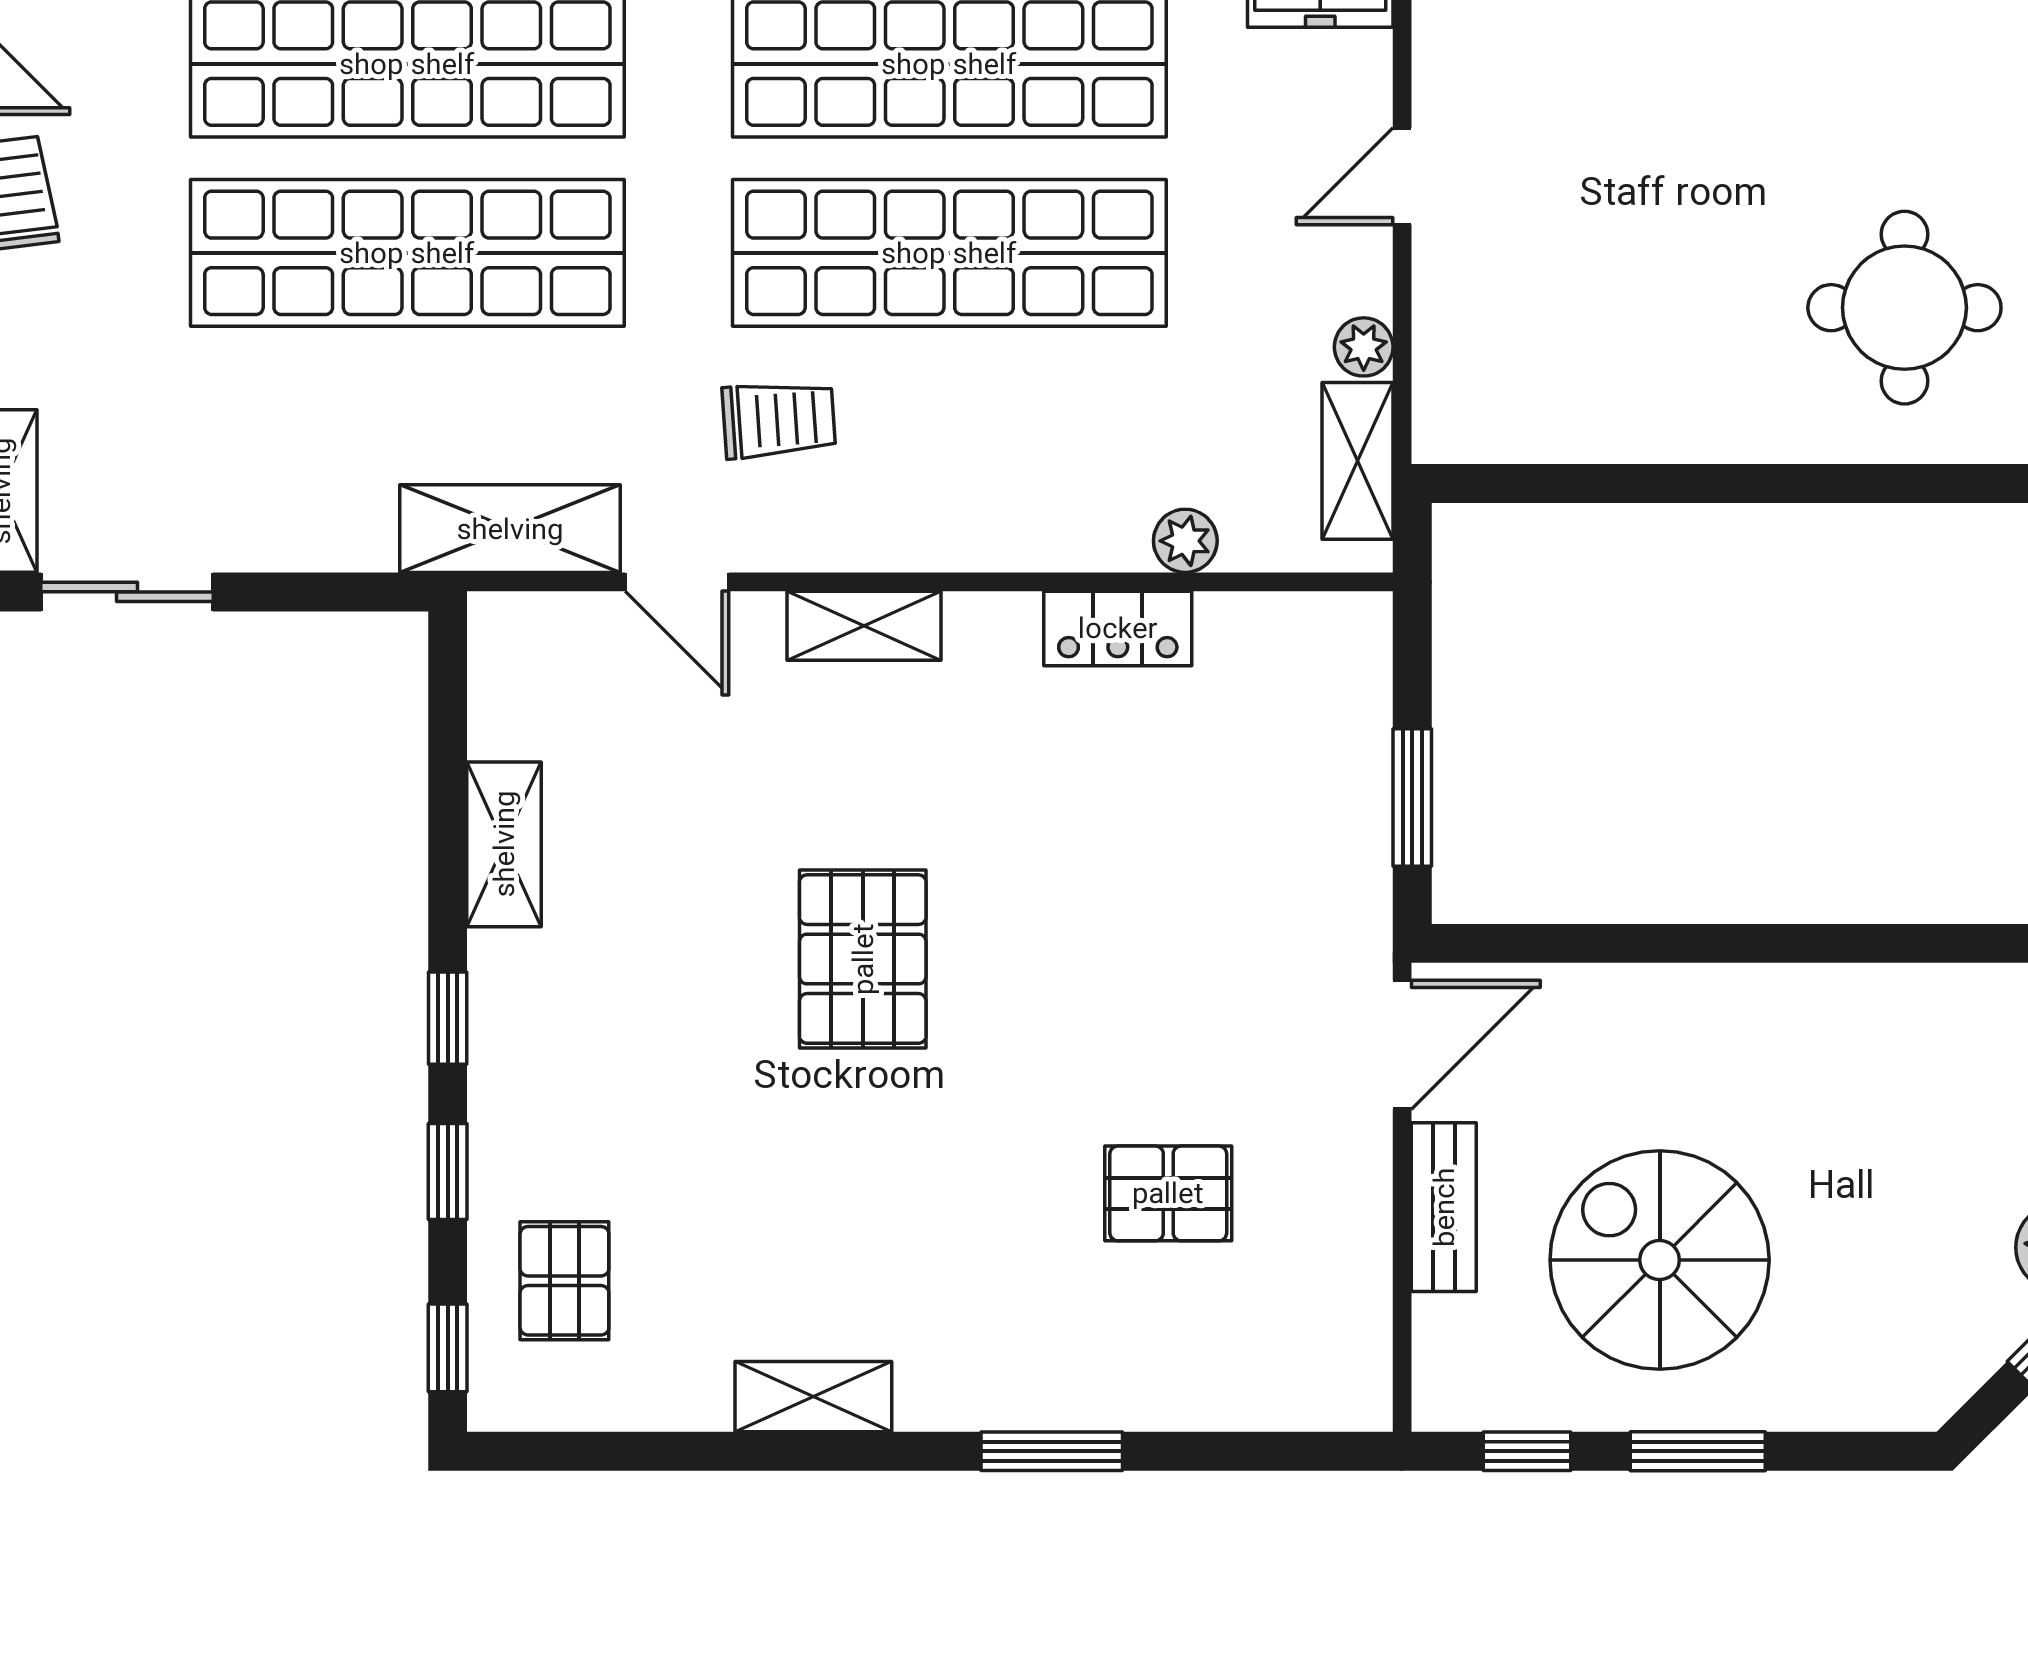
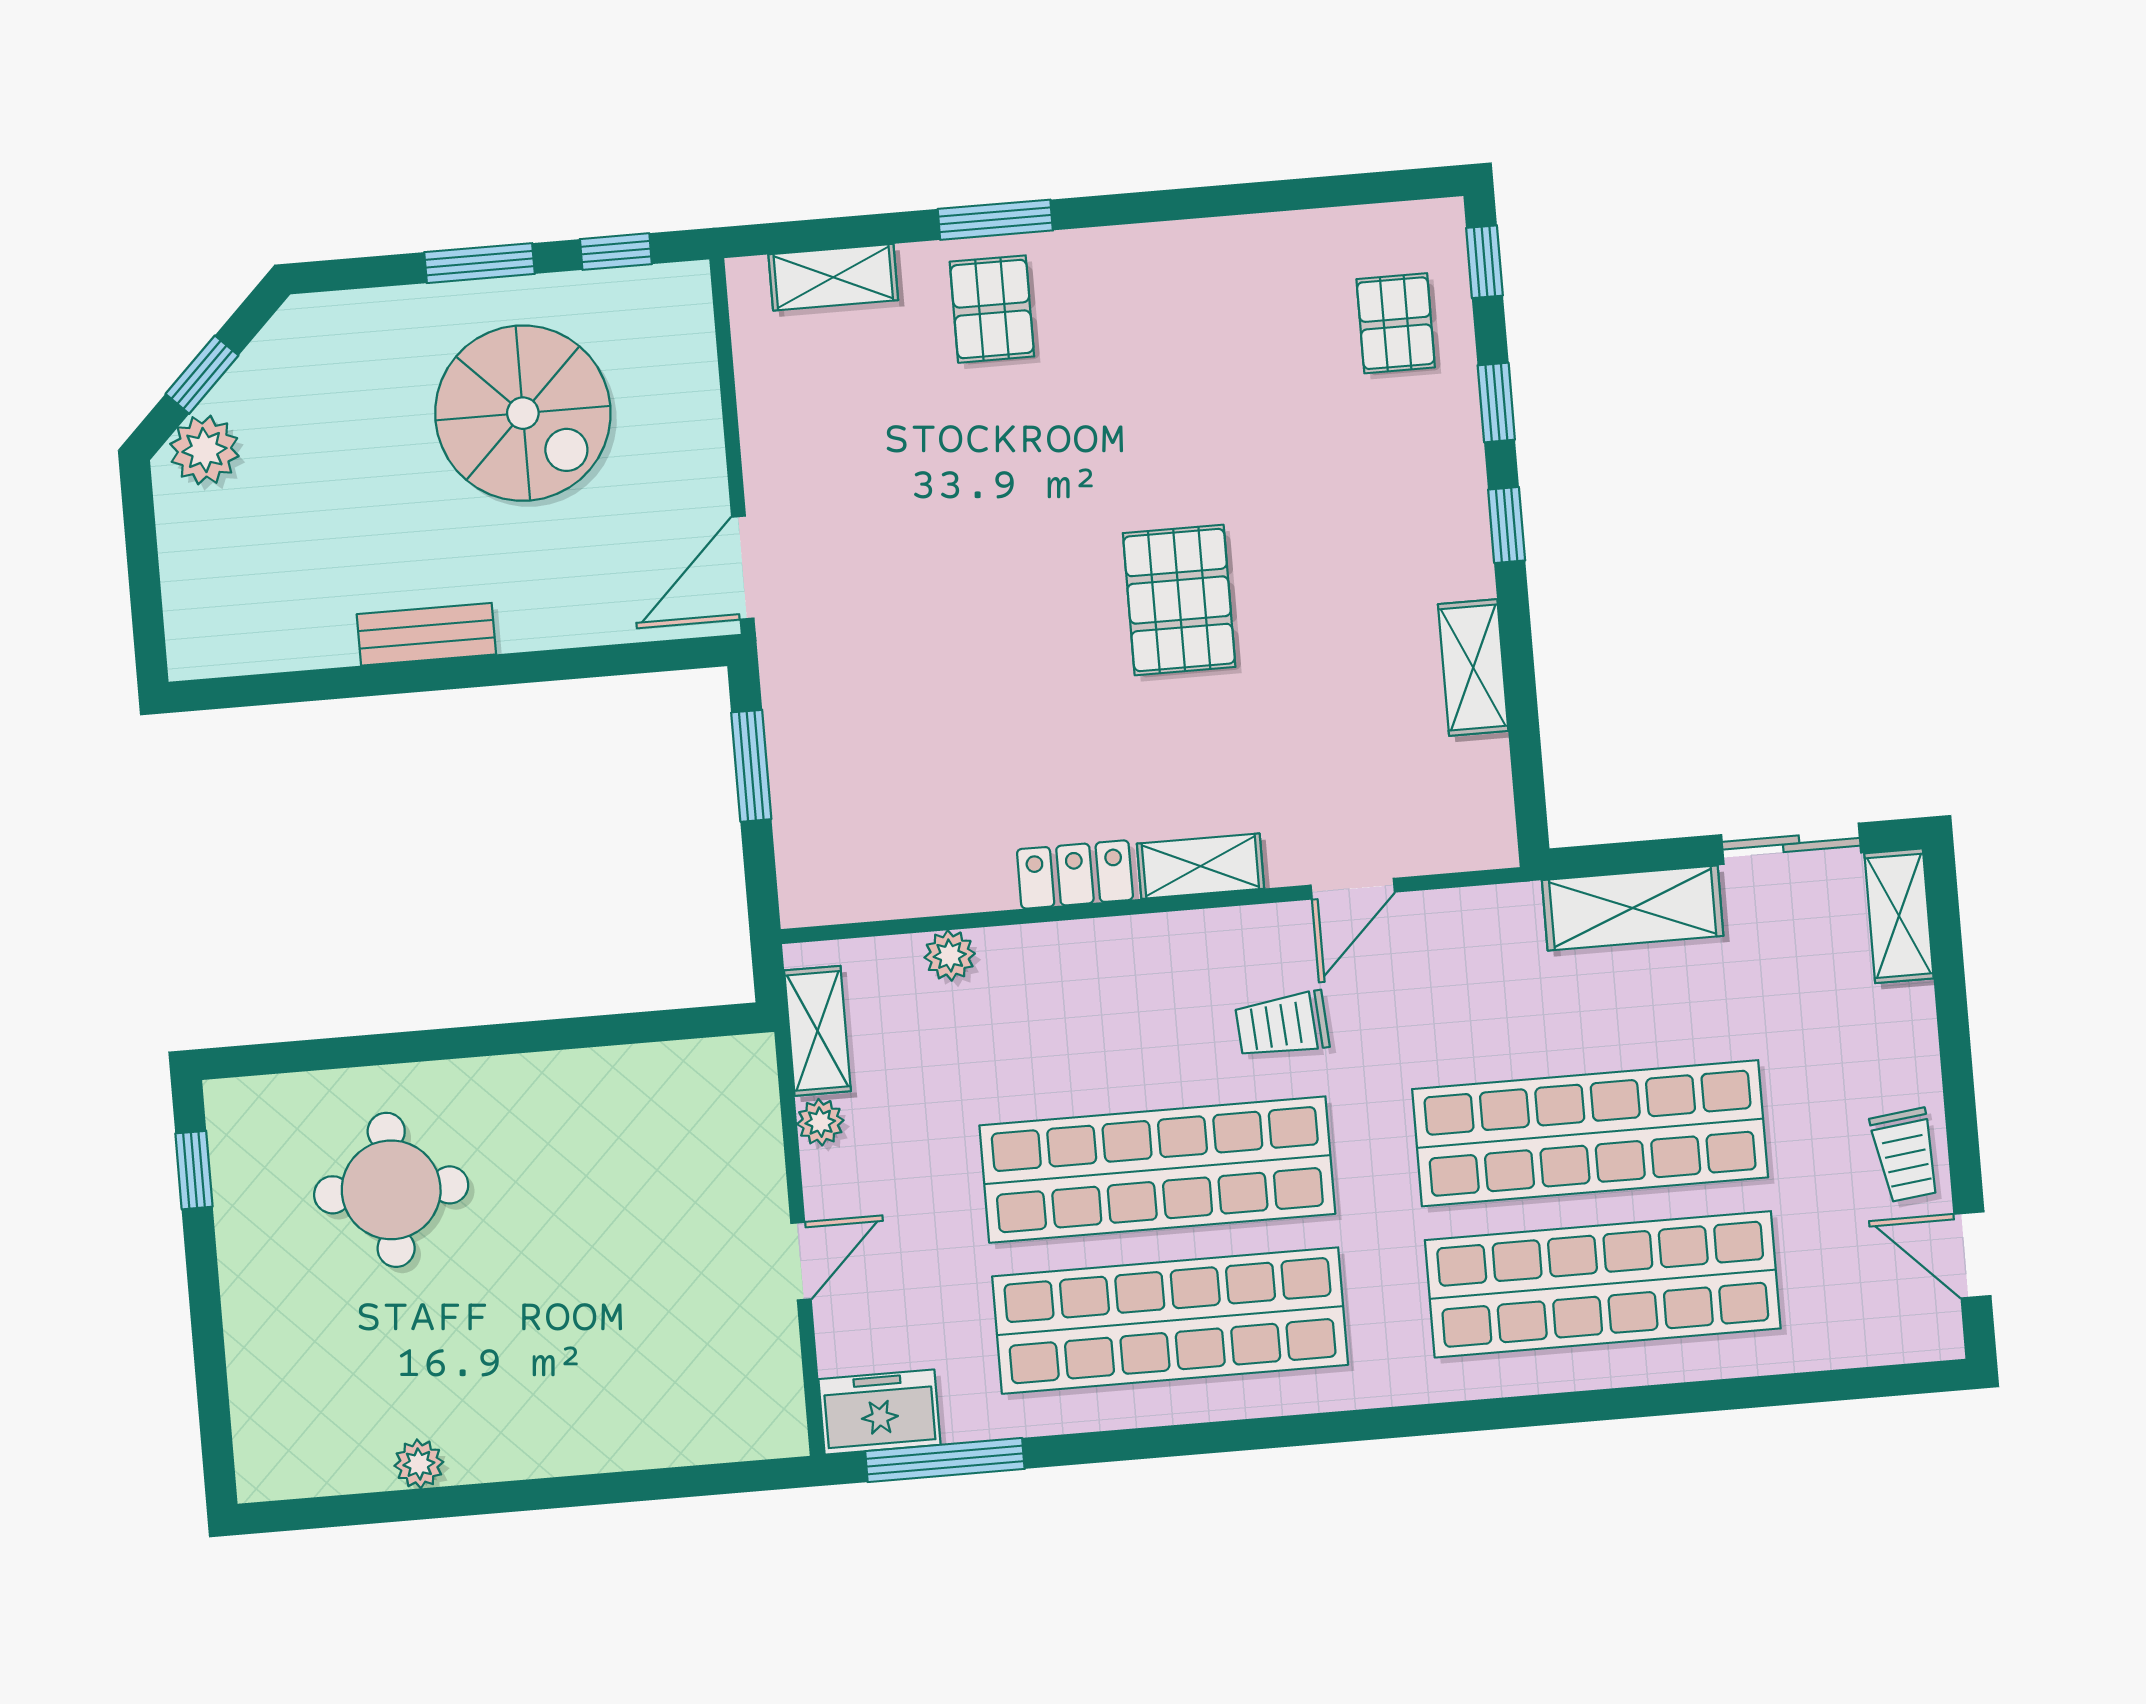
shelving: (510, 529) -> (1633, 908), moved
door: (677, 582) -> (1353, 889), swing flipped
locker: (1118, 628) -> (1075, 874), moved
pallet: (1168, 1193) -> (992, 309), moved, turned 90
bench: (1444, 1207) -> (426, 634), moved, turned 90
shelving: (813, 1397) -> (833, 277), moved

